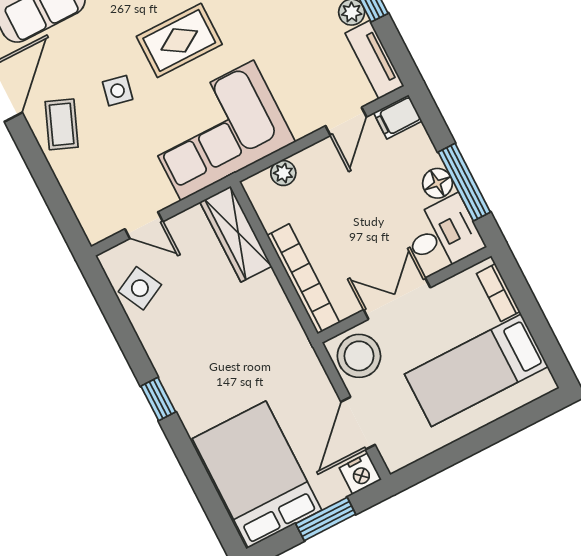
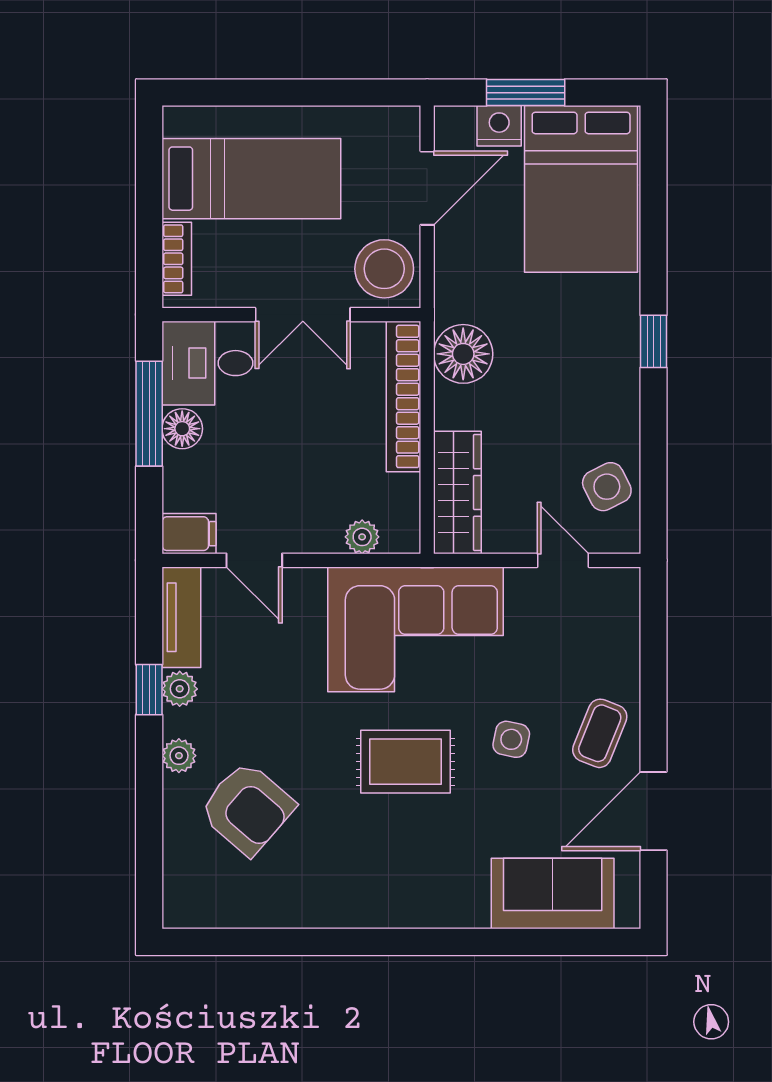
door: (346, 121) -> (254, 560), swing flipped
floor lamp: (279, 327) -> (463, 354), added
nightstand: (360, 474) -> (499, 126), moved

